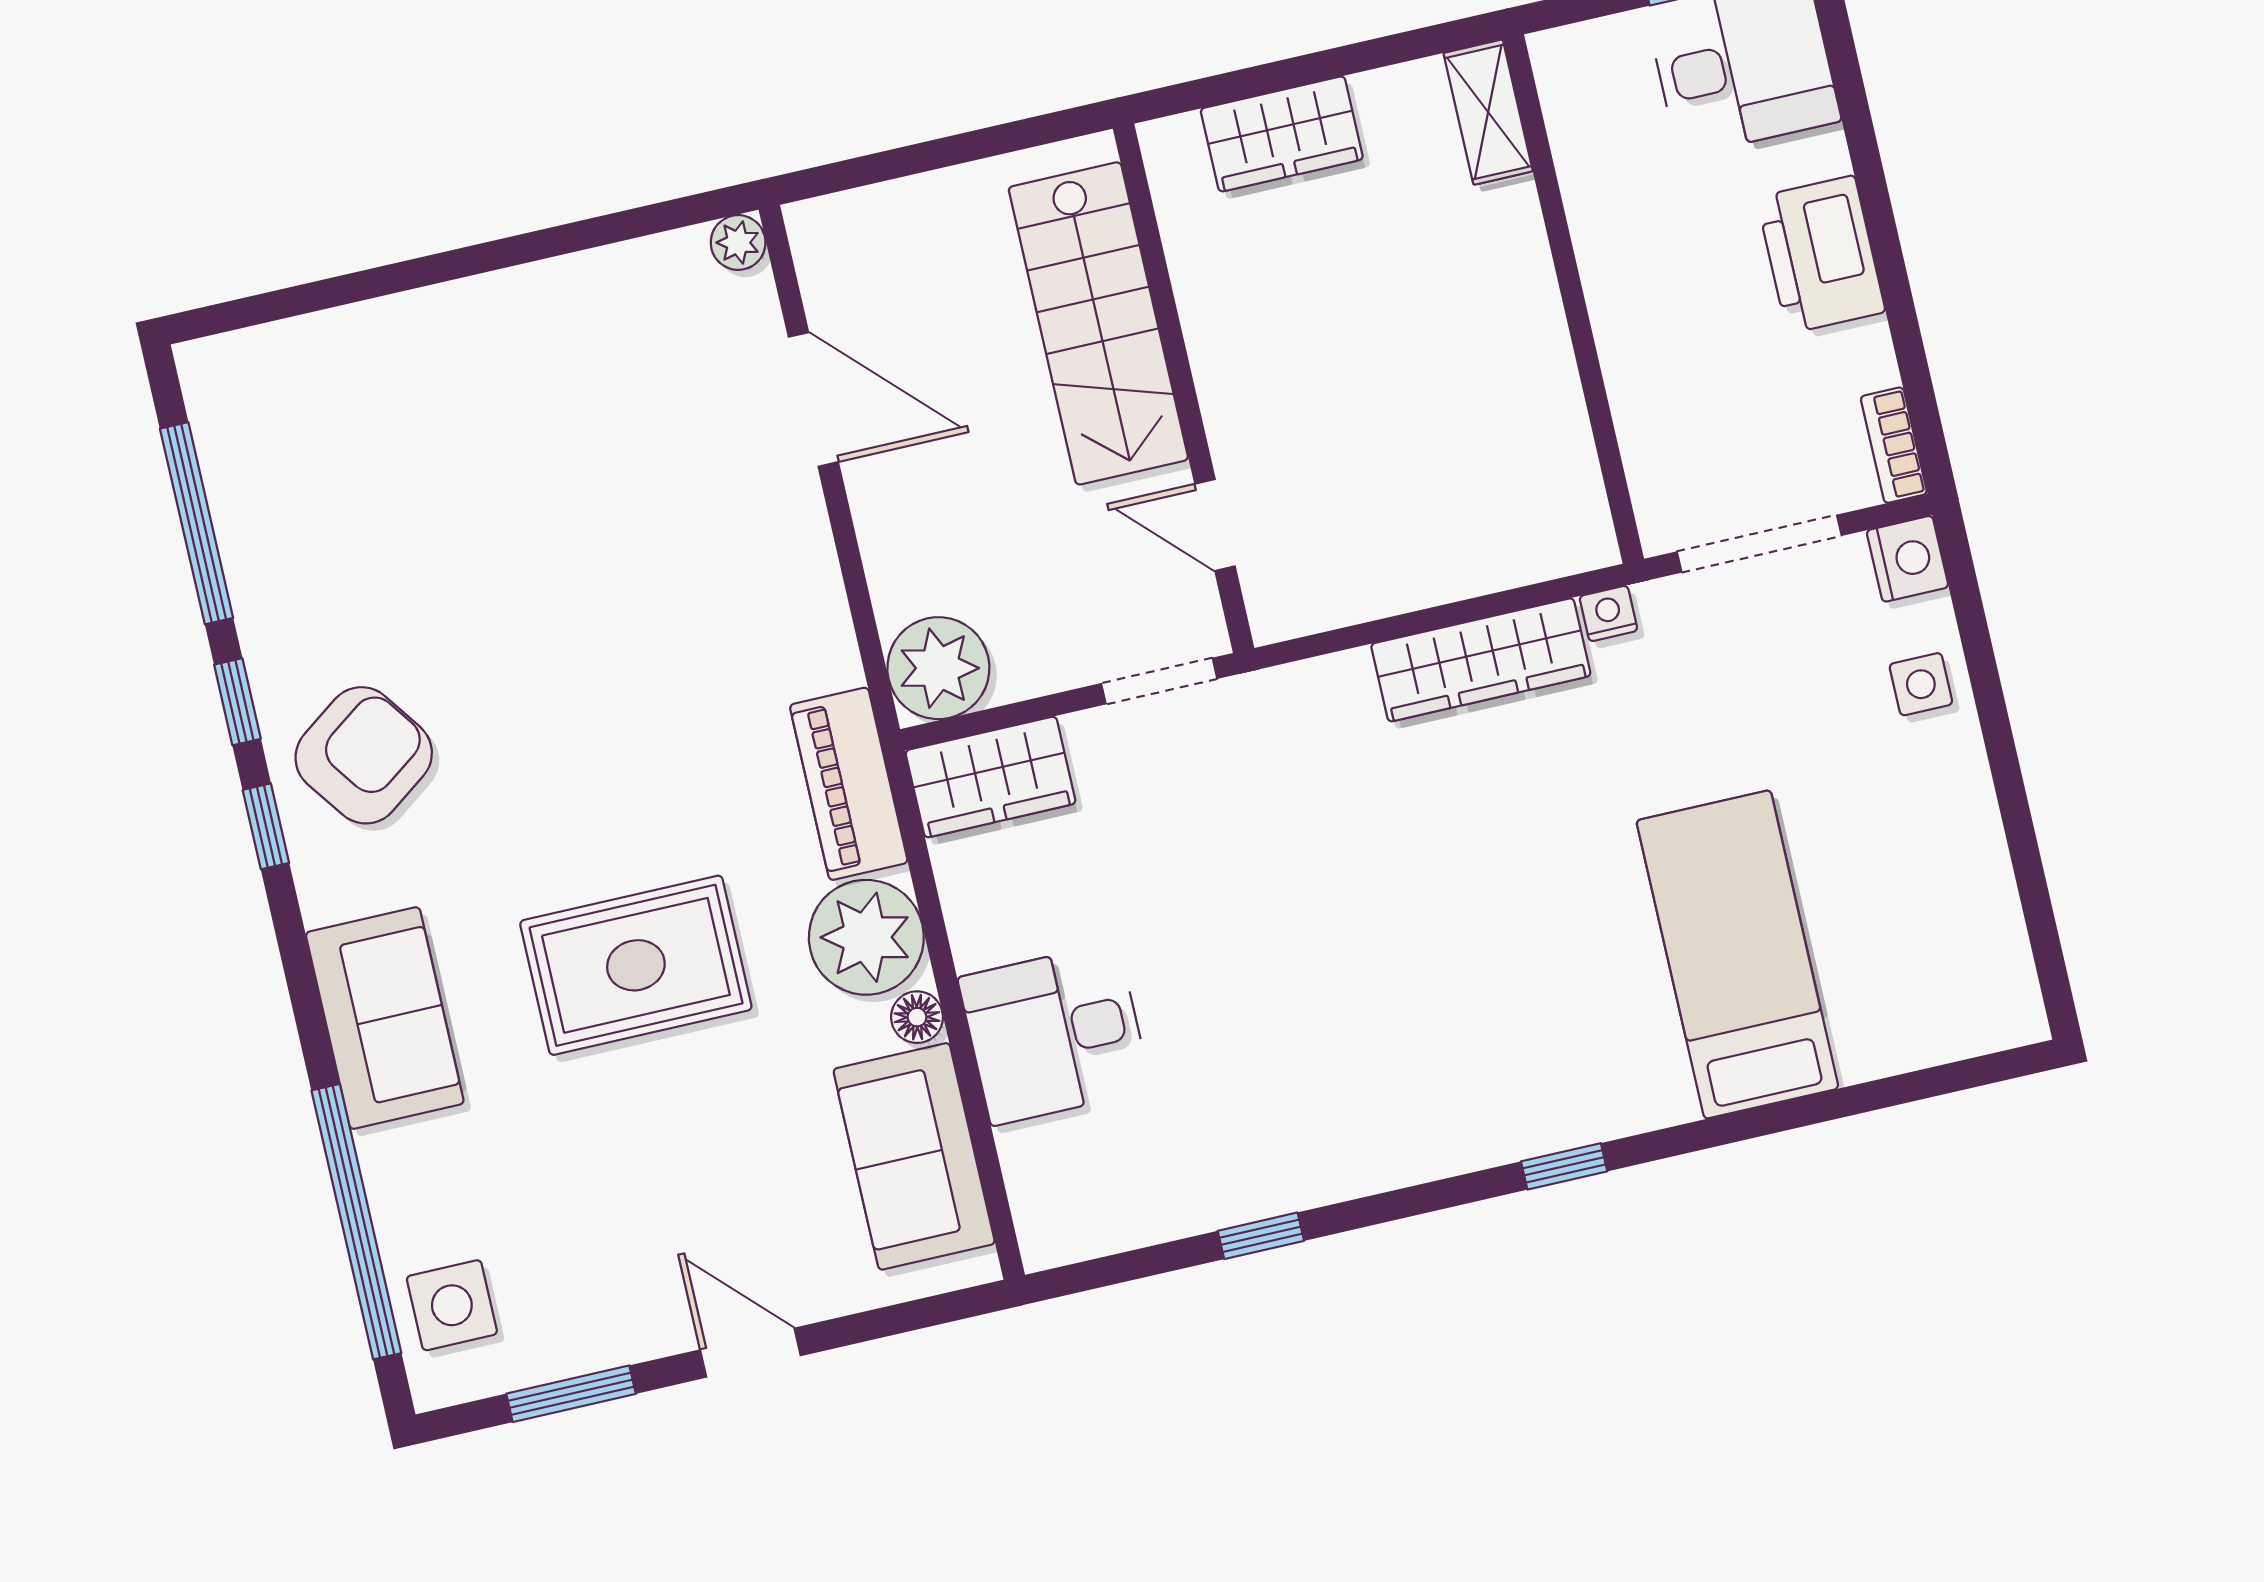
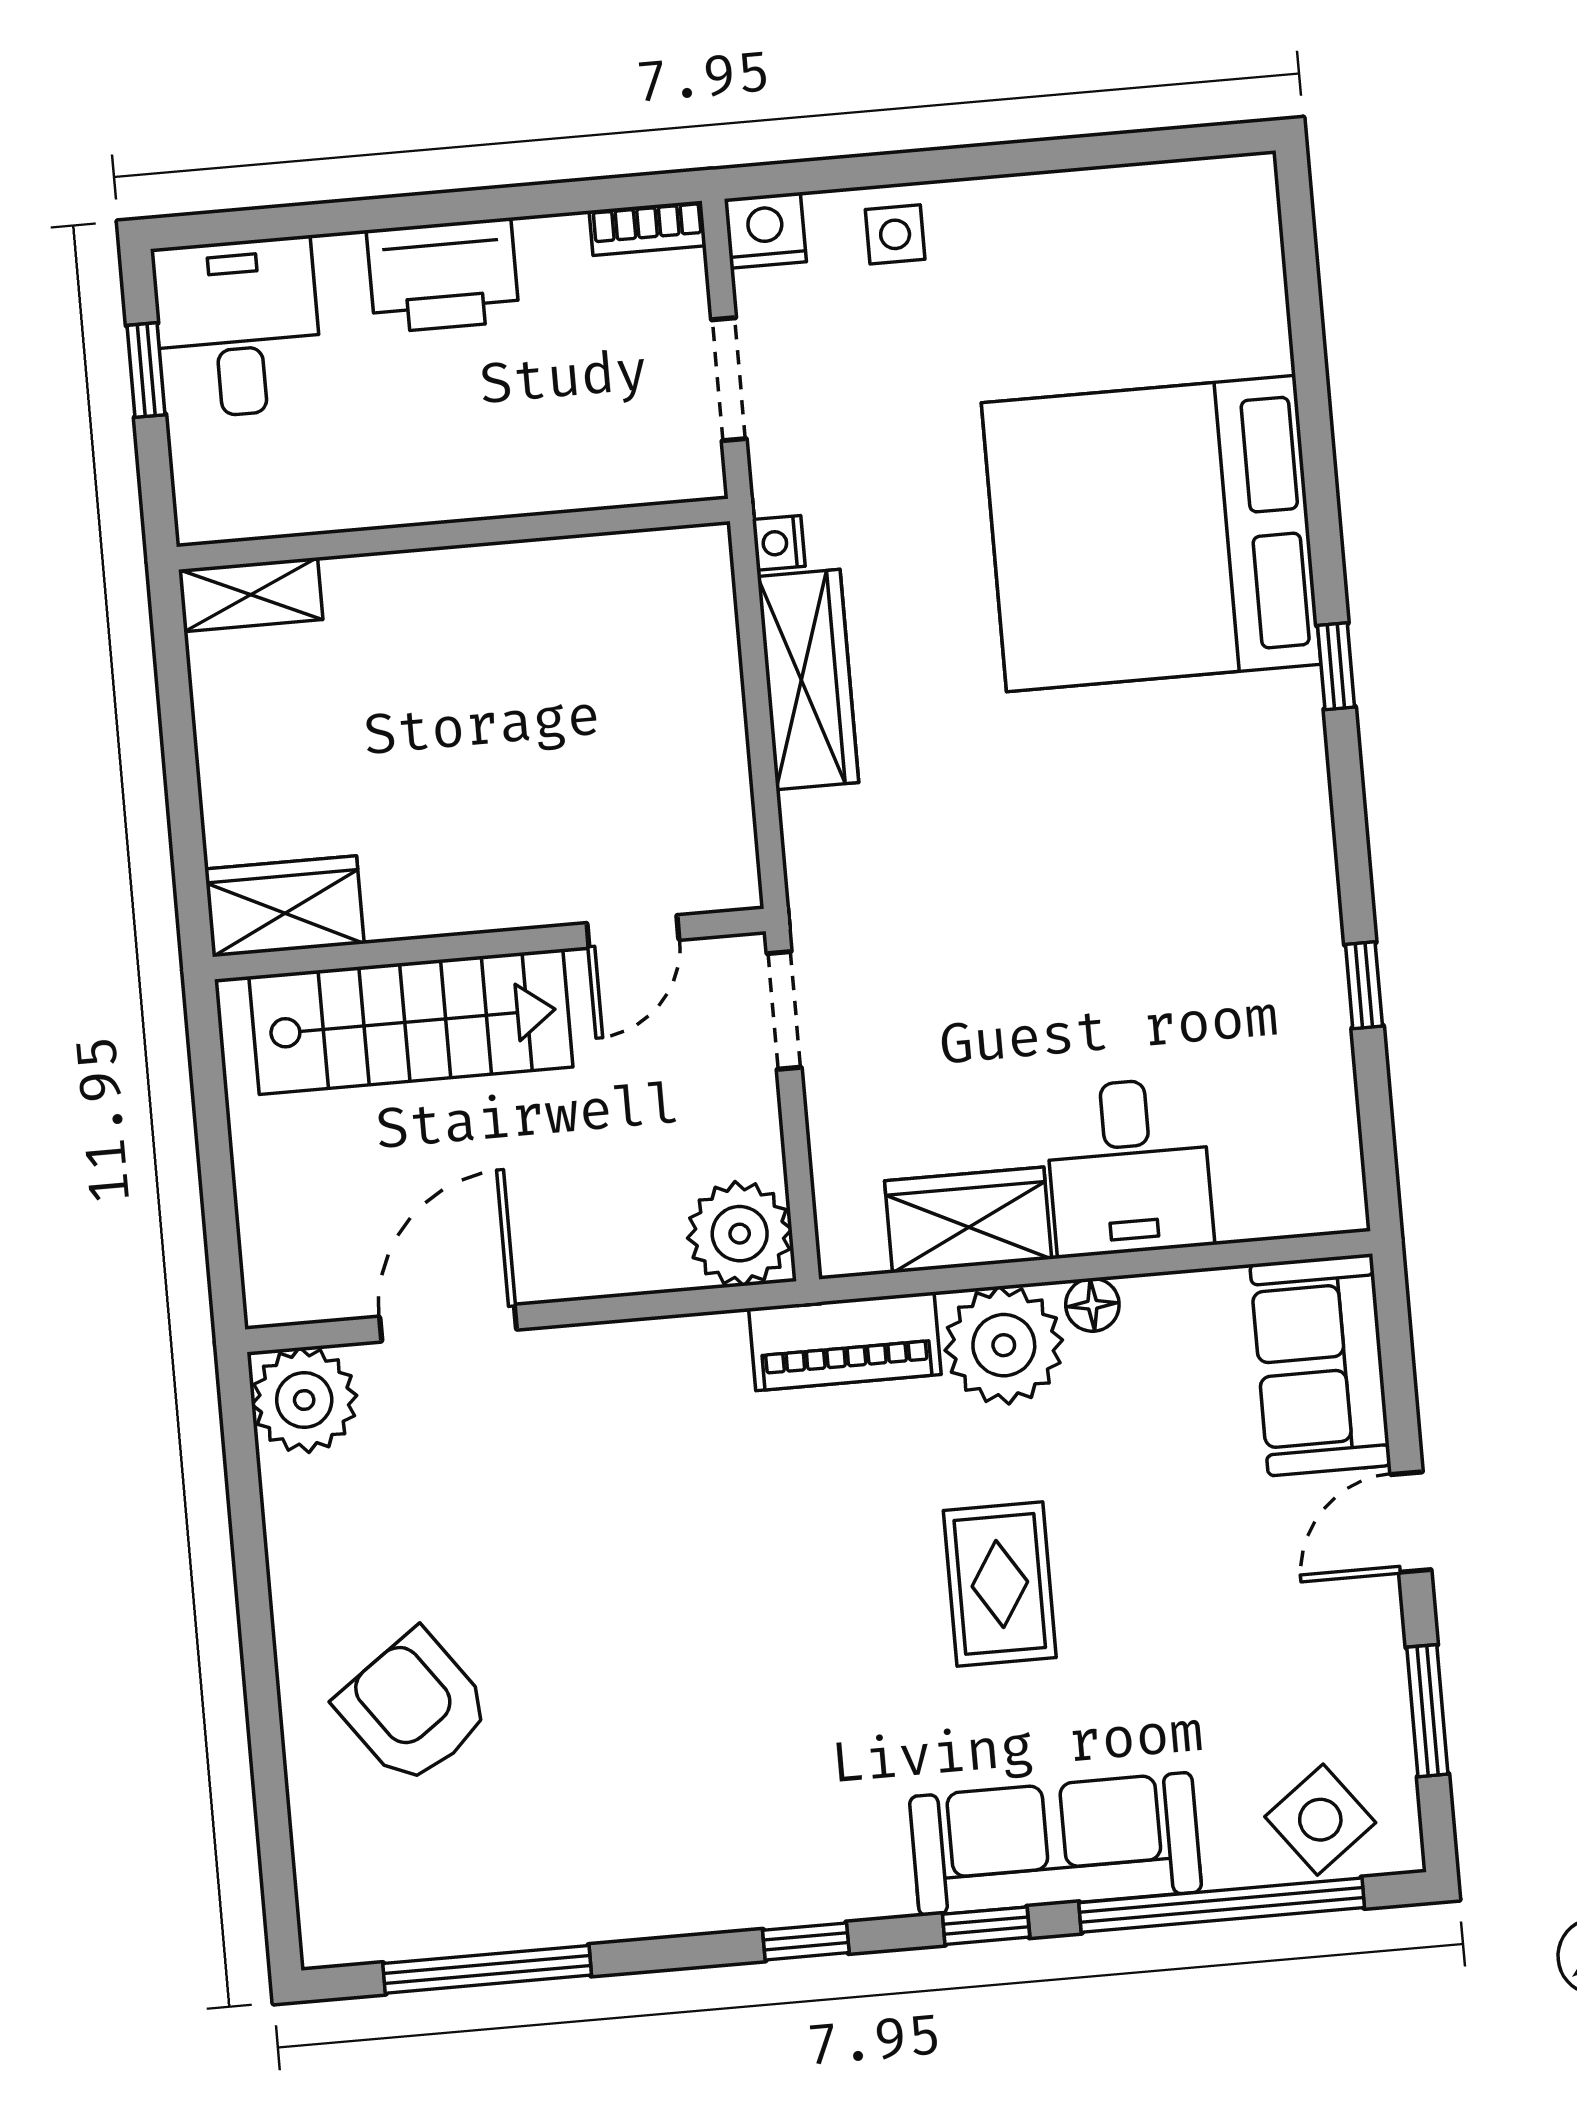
wardrobe: (1282, 134) -> (284, 906), moved, turned -90
plant: (738, 243) -> (304, 1400), width x1.88, depth x1.88
doorway: (1759, 544) -> (729, 379), width x0.73
window: (237, 702) -> (986, 1926), moved
armchair: (364, 755) -> (414, 1708), moved
wardrobe: (991, 777) -> (968, 1220), moved, turned -90
bed: (1737, 954) -> (1151, 533), width x2.04
rug: (636, 965) -> (1000, 1584), width x0.73, depth x0.70
sofa: (385, 1018) -> (1055, 1844), width x1.36
sofa: (914, 1156) -> (1320, 1365), moved, turned 90
side table: (452, 1305) -> (1320, 1820), turned -37

